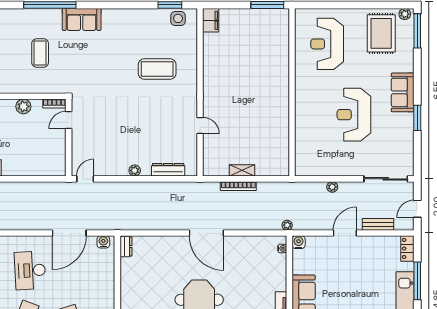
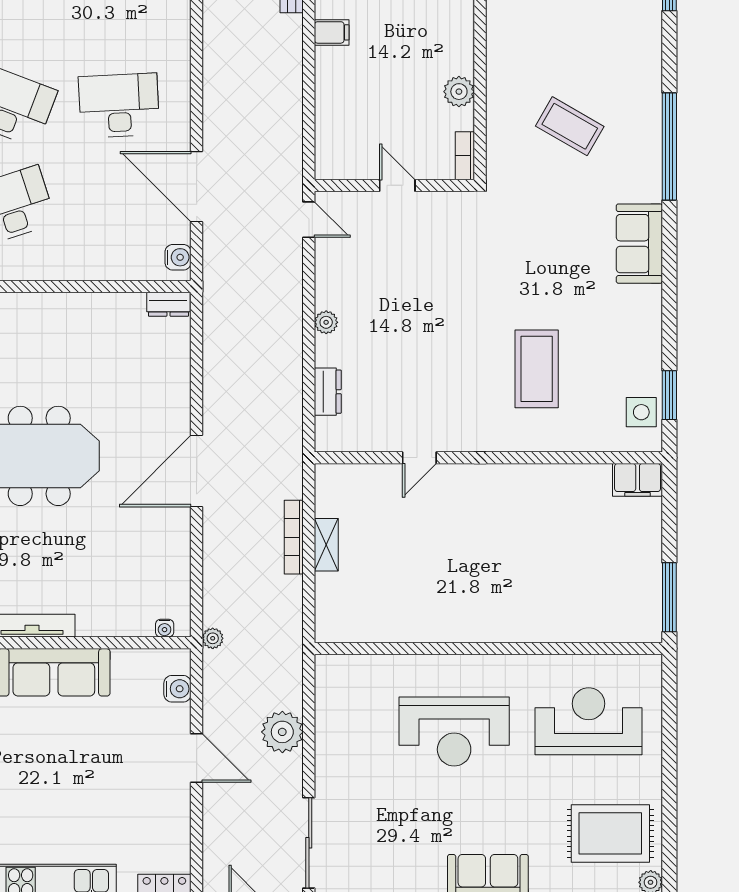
sofa: (82, 19) -> (639, 244), moved
coffee table: (40, 53) -> (570, 126), turned 30
reception desk: (354, 115) -> (454, 731), moved, turned 180
door: (69, 120) -> (397, 185), moved
dresser: (168, 170) -> (328, 392), width x0.70
plant: (332, 187) -> (282, 732), width x1.87, depth x1.87
bench: (378, 224) -> (215, 827), removed
water cooler: (299, 242) -> (177, 689), moved

